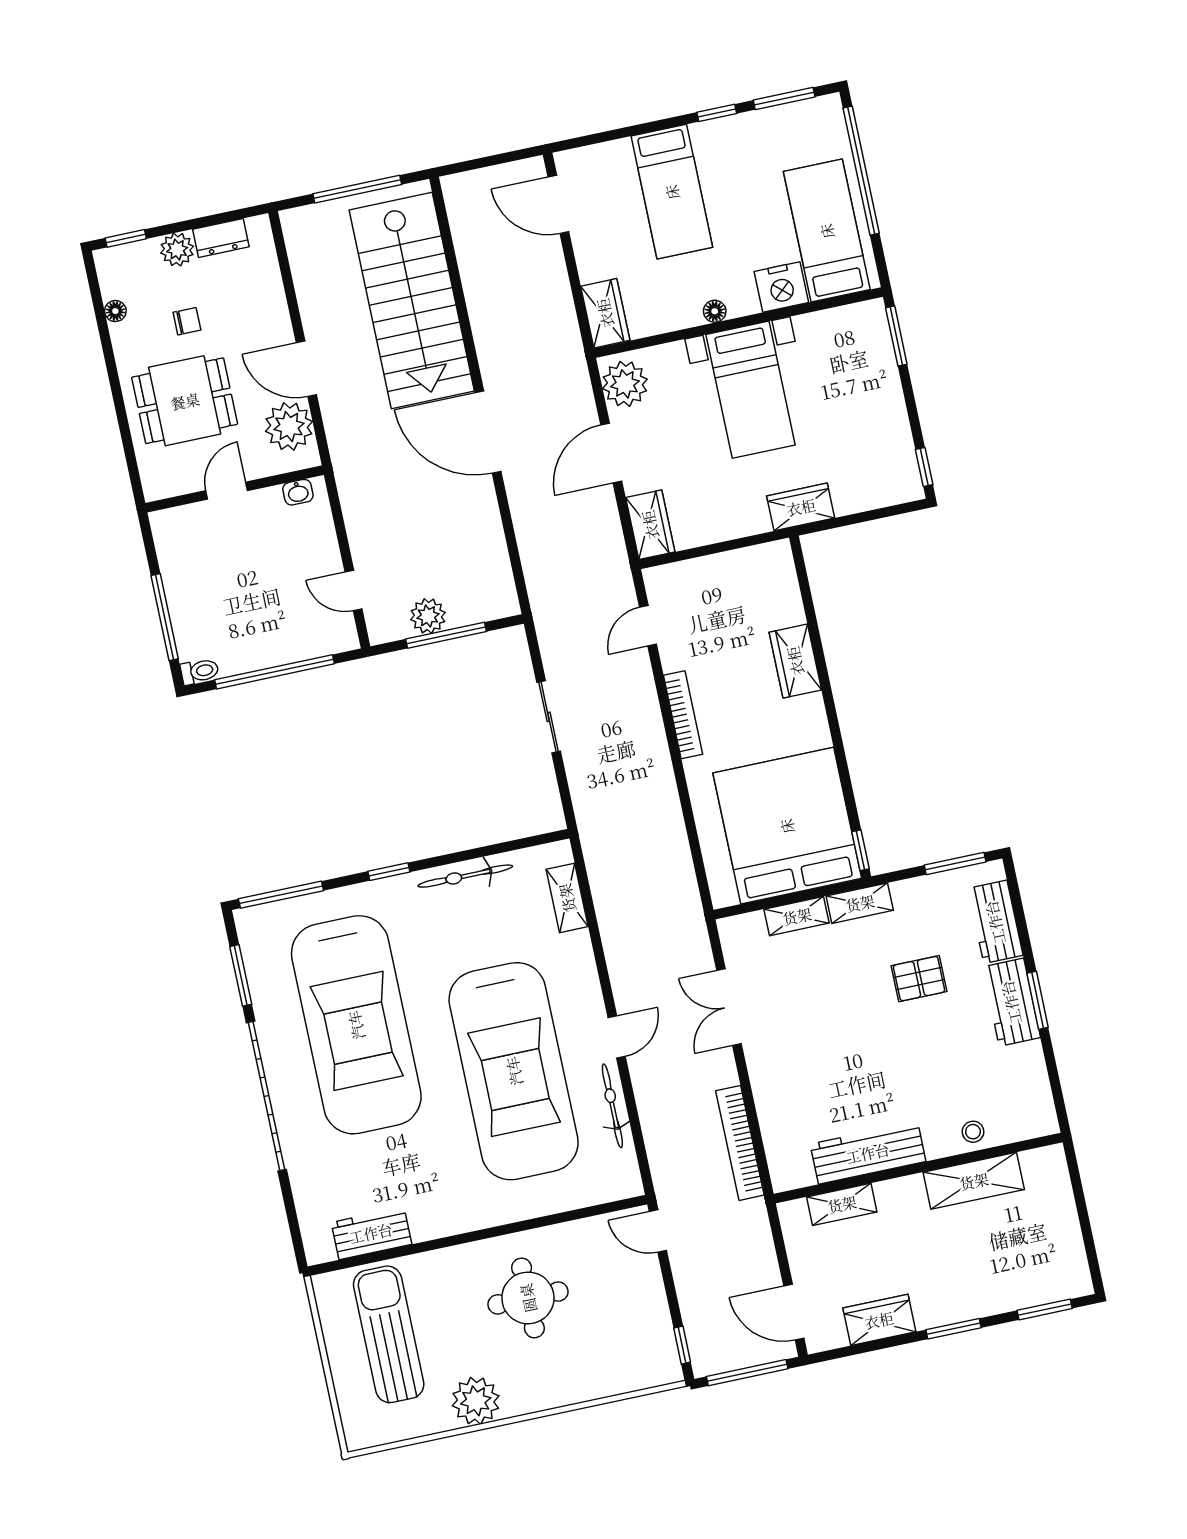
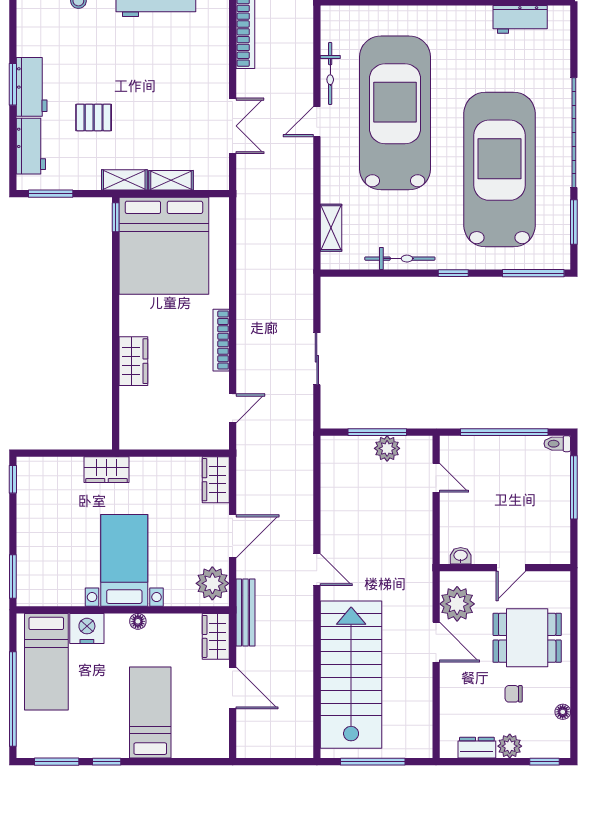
door: (558, 204) -> (233, 688), moved
bench: (572, 354) -> (246, 612), added
door: (488, 432) -> (317, 570), width x0.53

